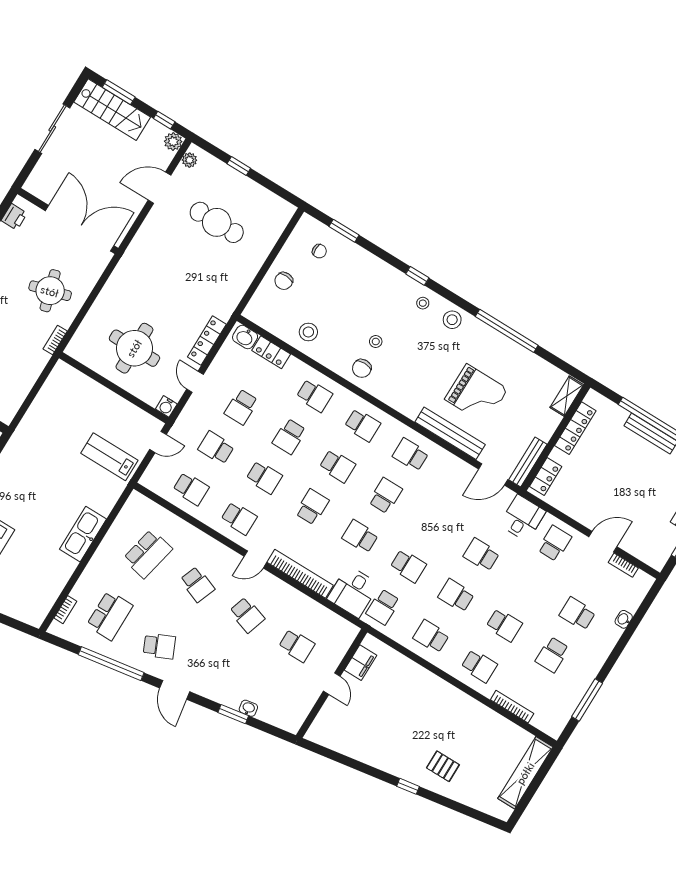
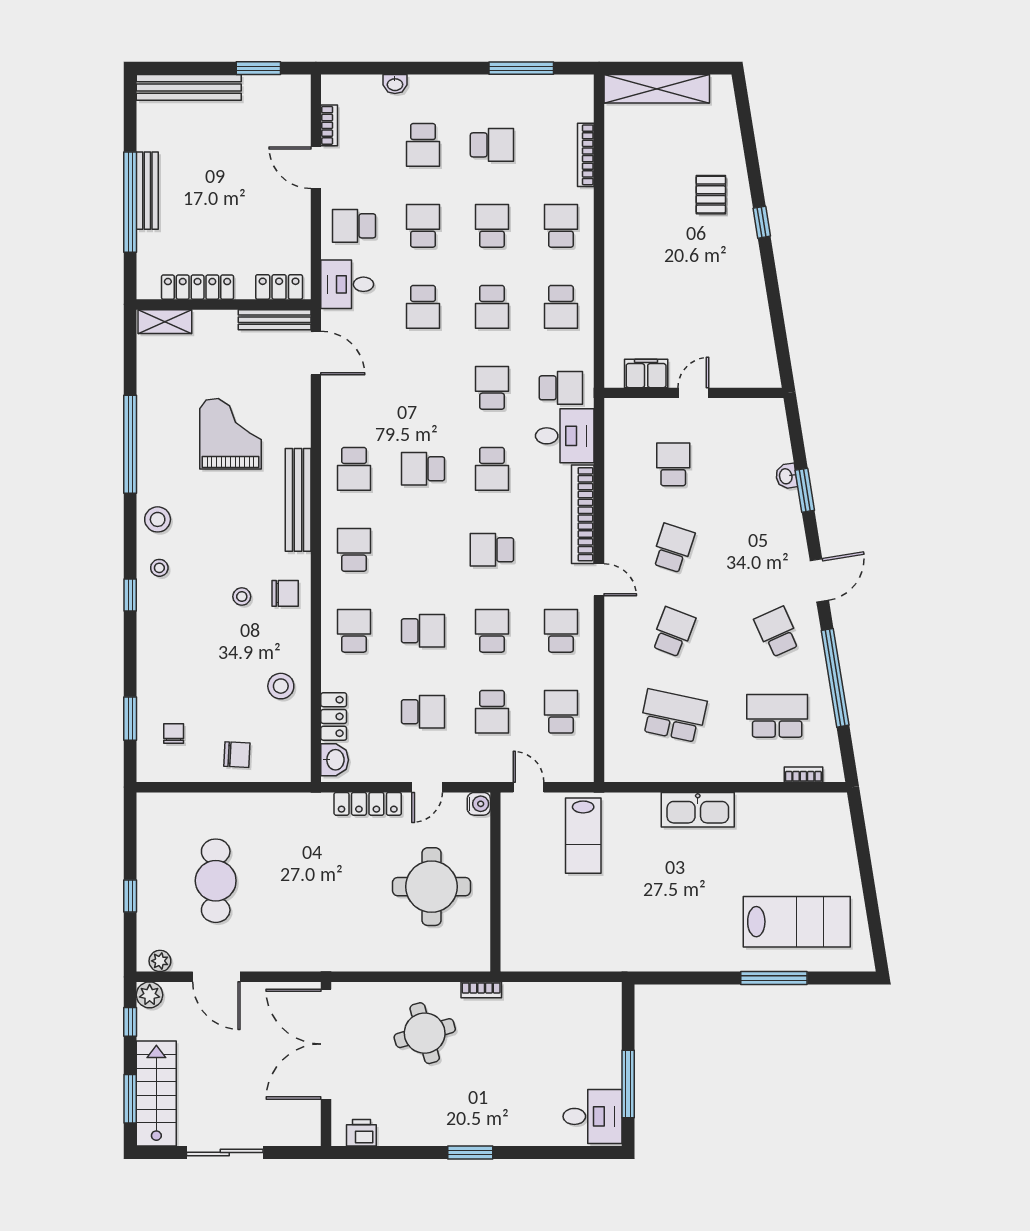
bench: (450, 433) -> (298, 500), moved
school desk: (337, 466) -> (423, 226), moved

